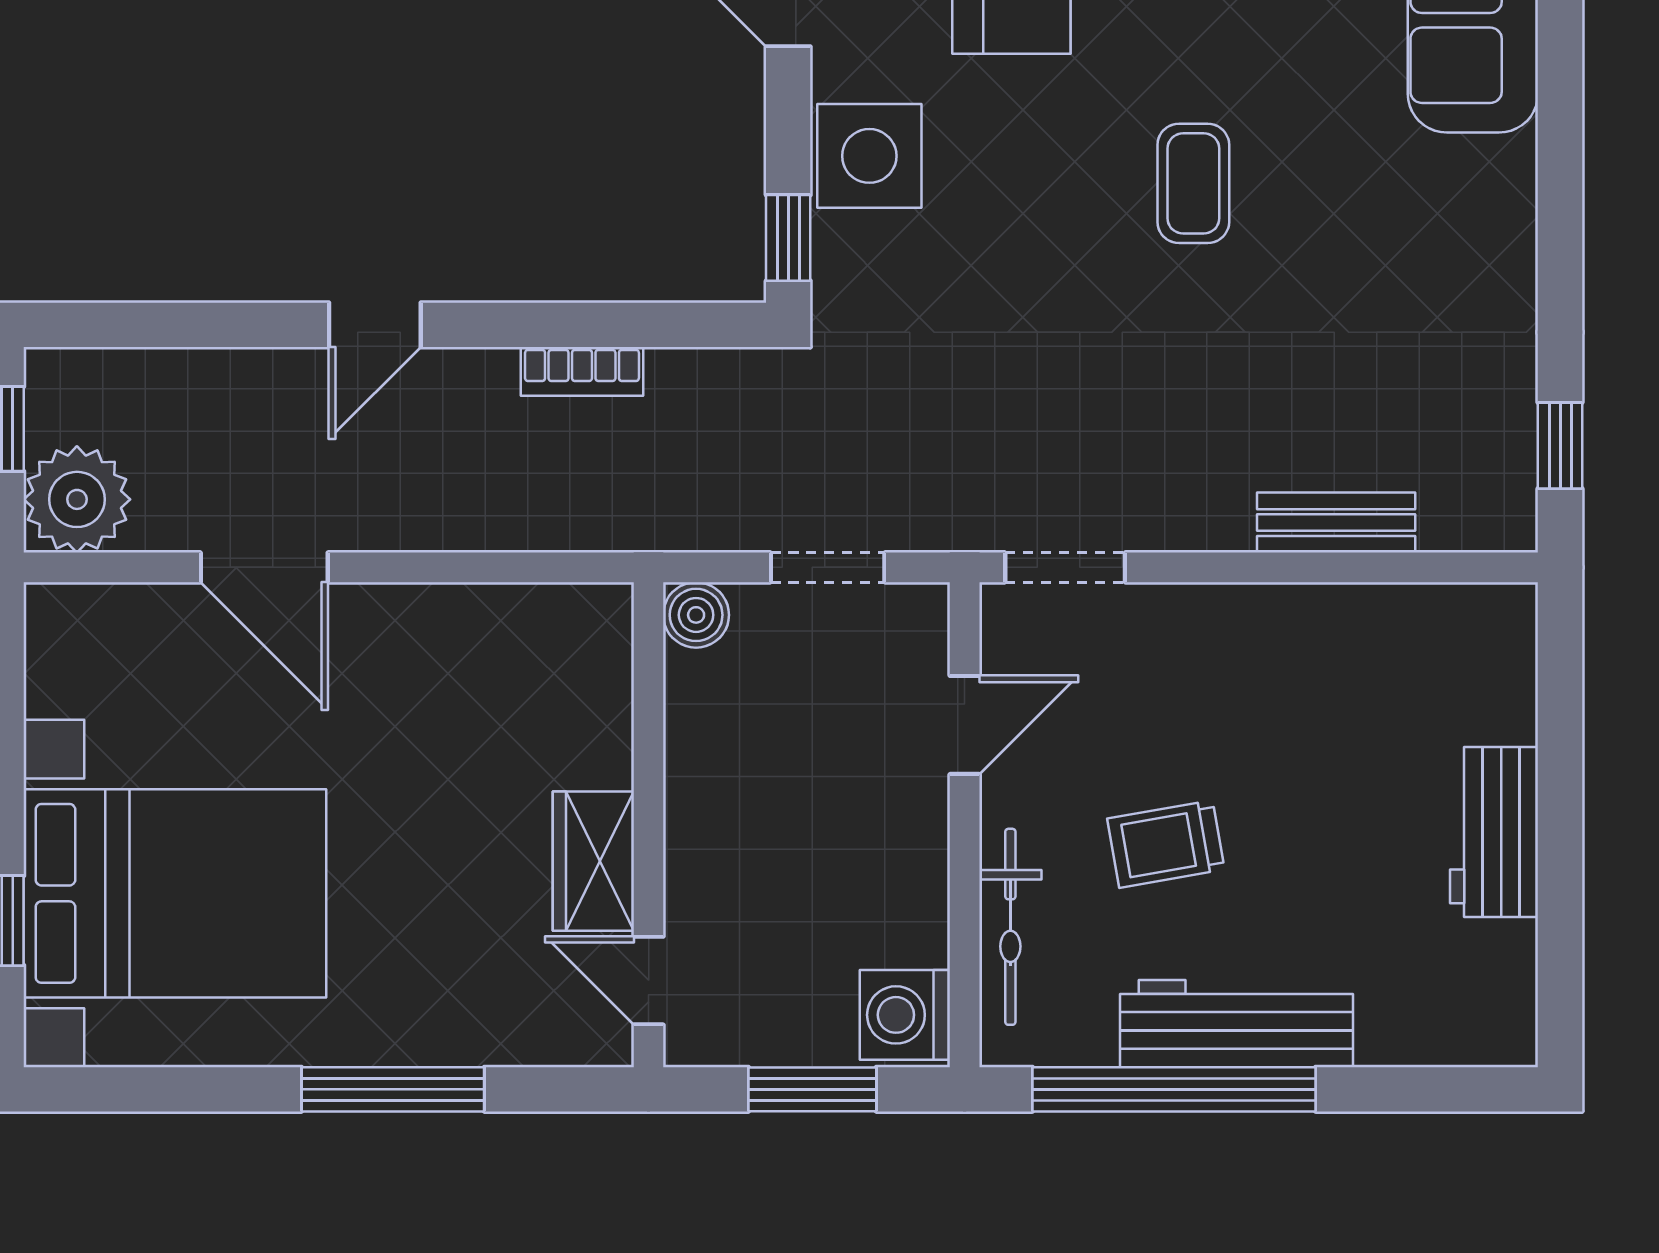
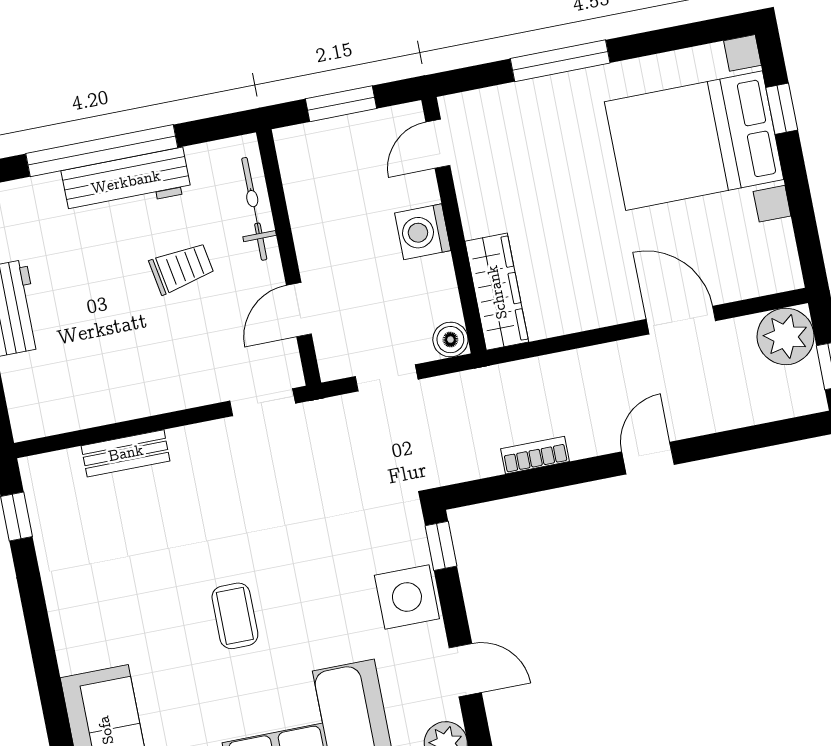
wardrobe: (593, 861) -> (497, 292), moved, width x1.50
door: (649, 981) -> (438, 144), swing flipped
washing machine: (905, 1015) -> (423, 232), moved, turned 180
window: (1174, 1089) -> (102, 151), moved

